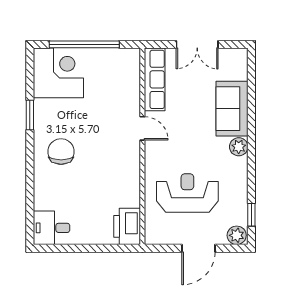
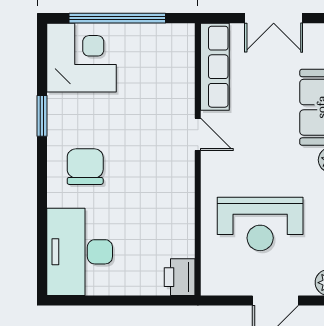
reception desk: (187, 193) -> (260, 224), turned 180
printer: (127, 226) -> (180, 277), width x0.73, depth x0.84
desk: (52, 228) -> (80, 252), width x1.87, depth x1.30

